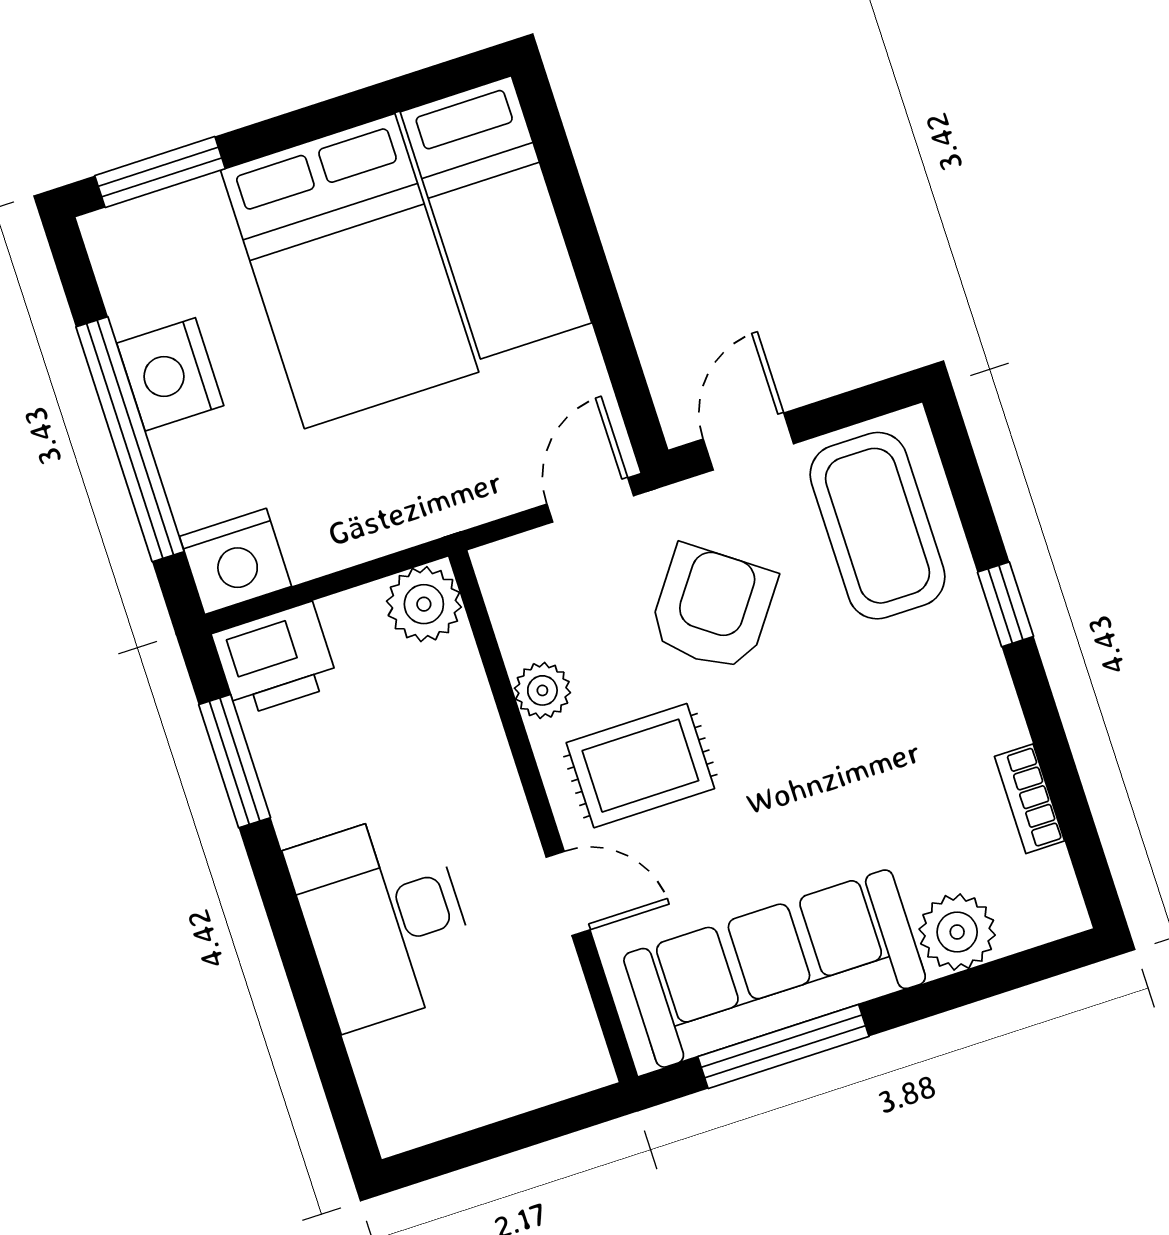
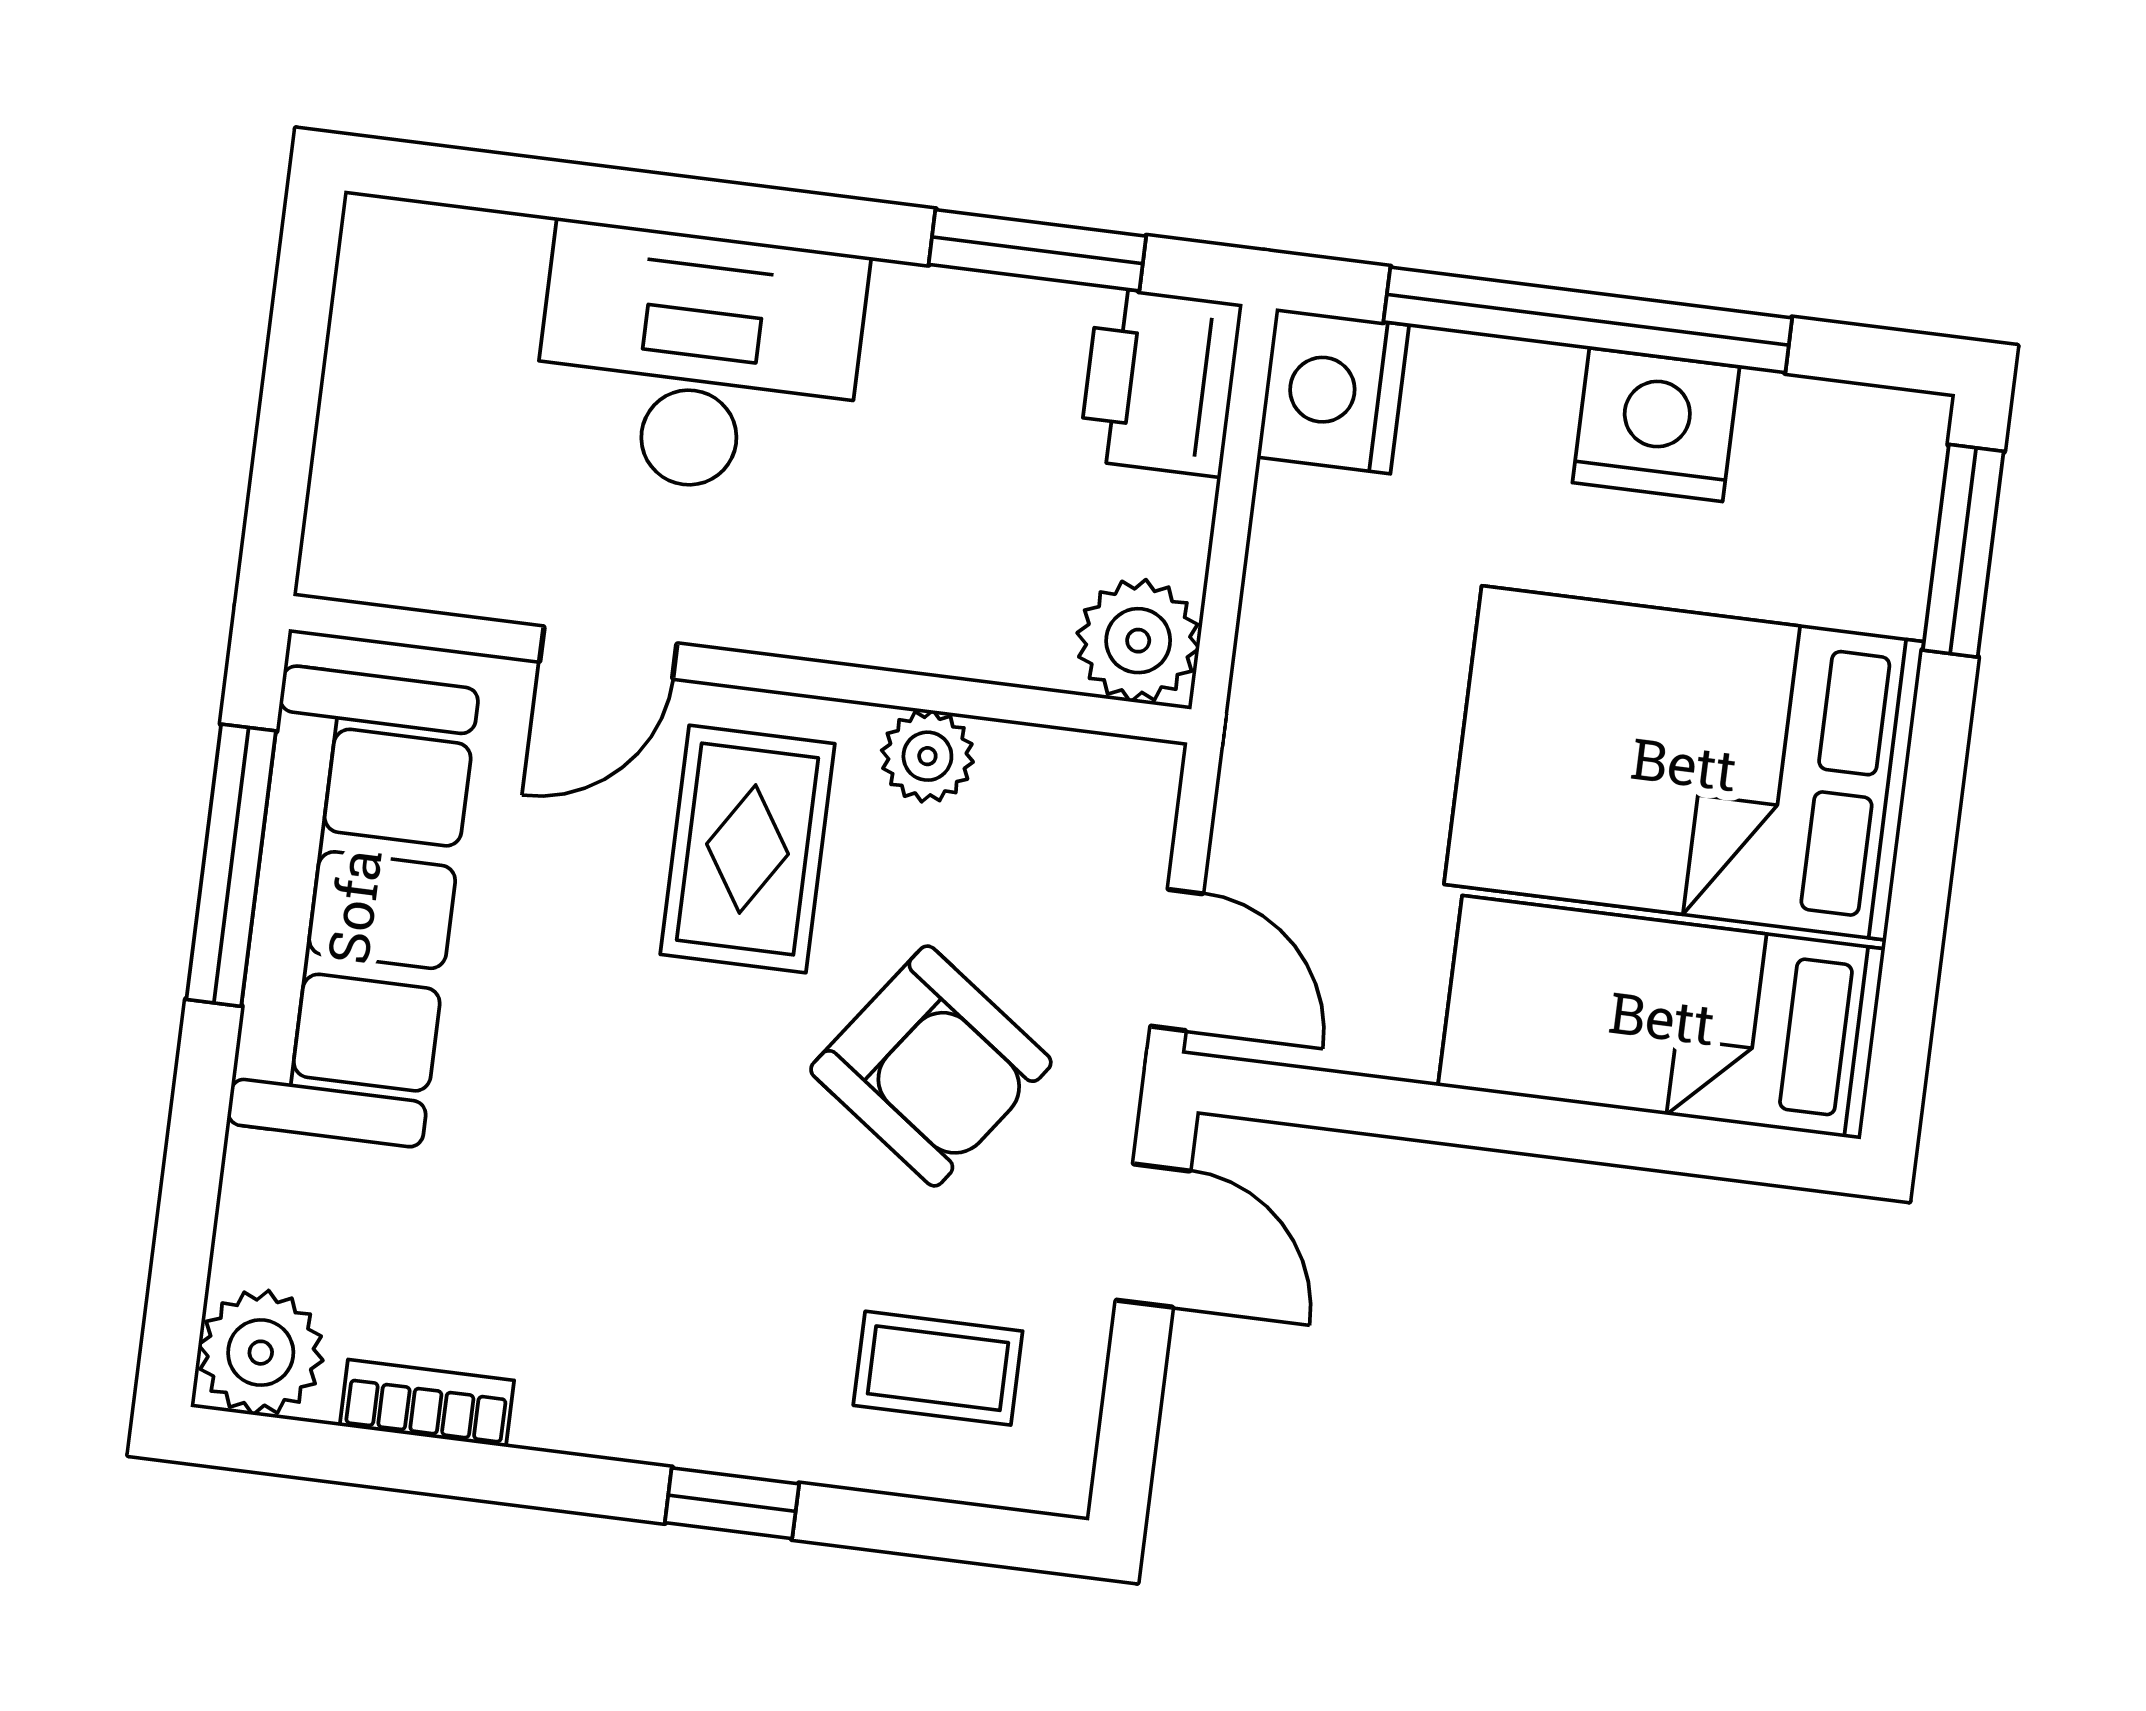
coffee table: (877, 526) -> (938, 1368), width x0.54, depth x0.58
plant: (957, 932) -> (261, 1353), moved

